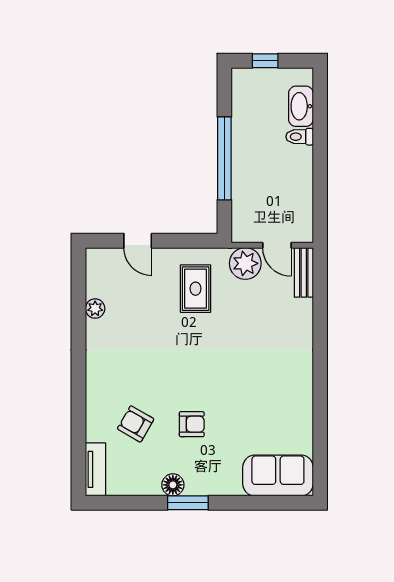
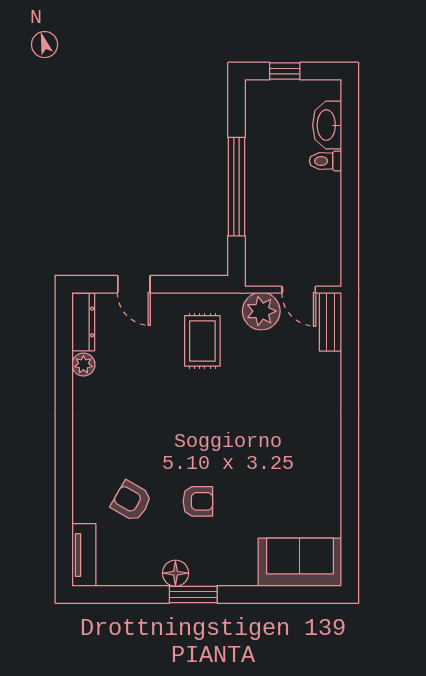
dresser: (95, 273) -> (83, 322), added

